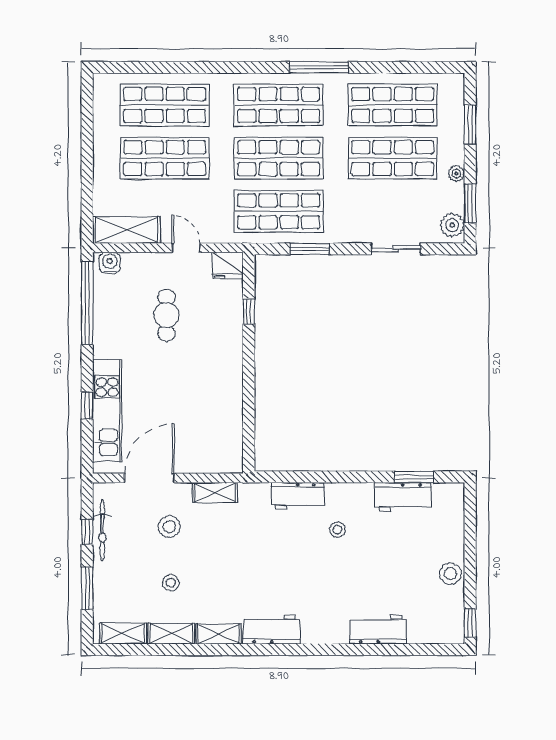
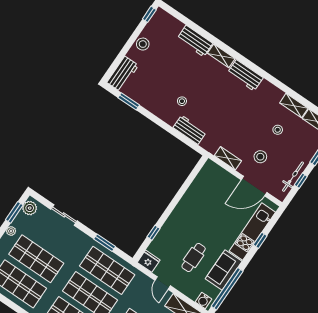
sofa: (111, 327) -> (224, 270), added
workbench: (403, 497) -> (123, 74), moved, turned 90
shelving: (219, 634) -> (221, 56), moved

